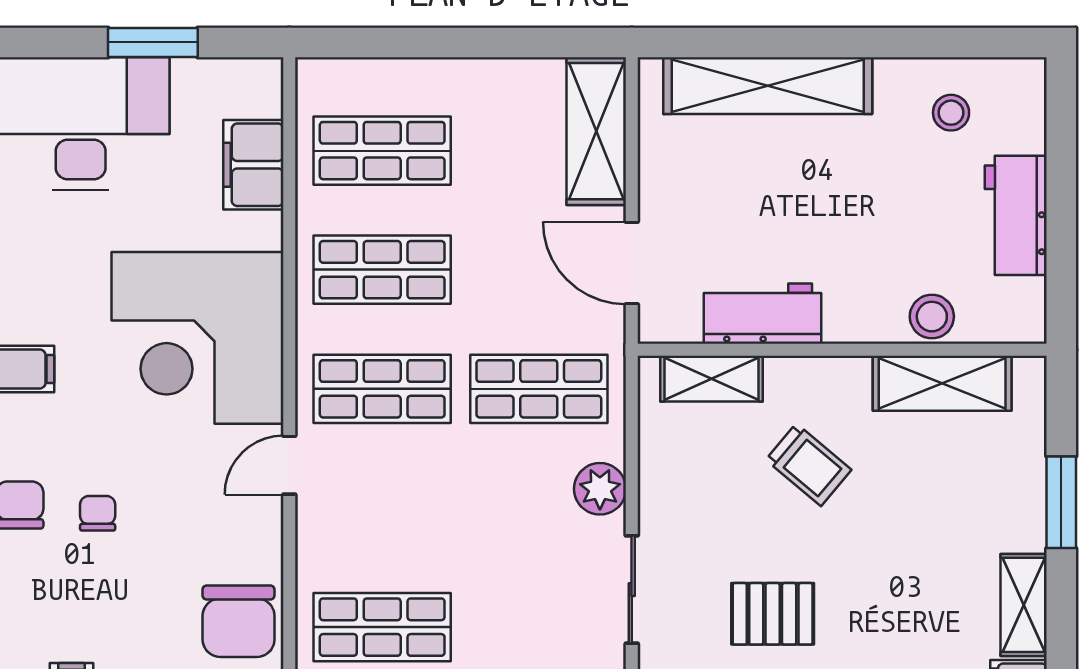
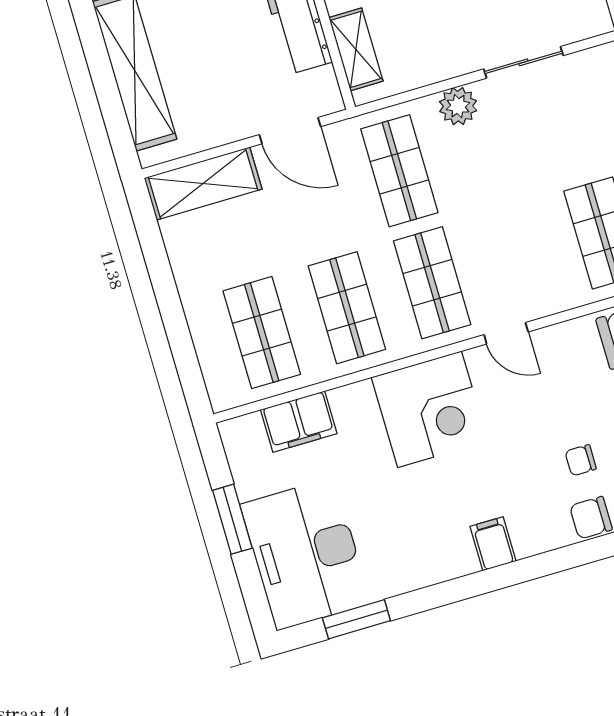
door: (632, 263) -> (290, 131), hinge flipped
corner desk: (197, 338) -> (430, 409), width x0.74, depth x0.74

